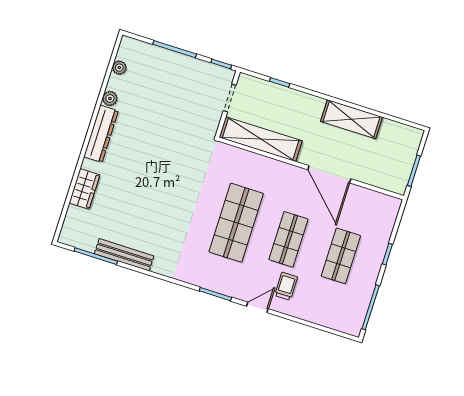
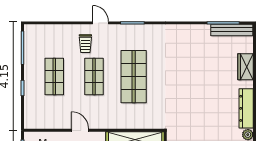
door: (329, 174) -> (80, 130), width x0.53
bench: (124, 255) -> (232, 30), moved
door: (257, 307) -> (100, 23), swing flipped

